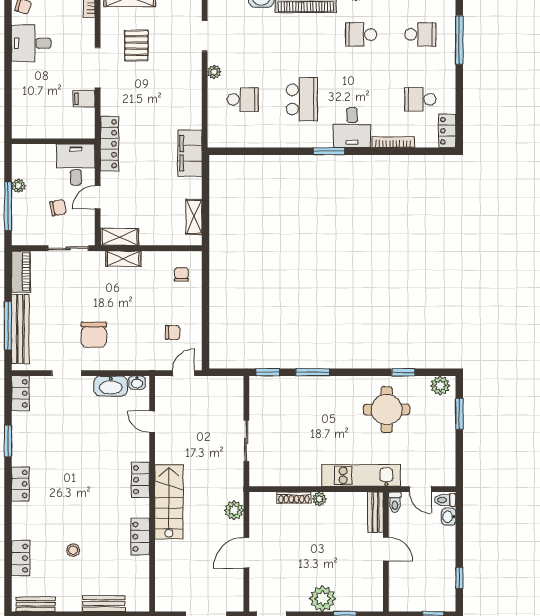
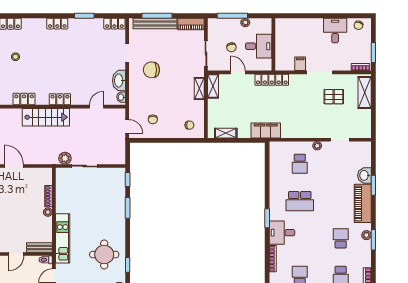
desk: (76, 165) -> (259, 46), moved
plant: (234, 510) -> (65, 158), moved

